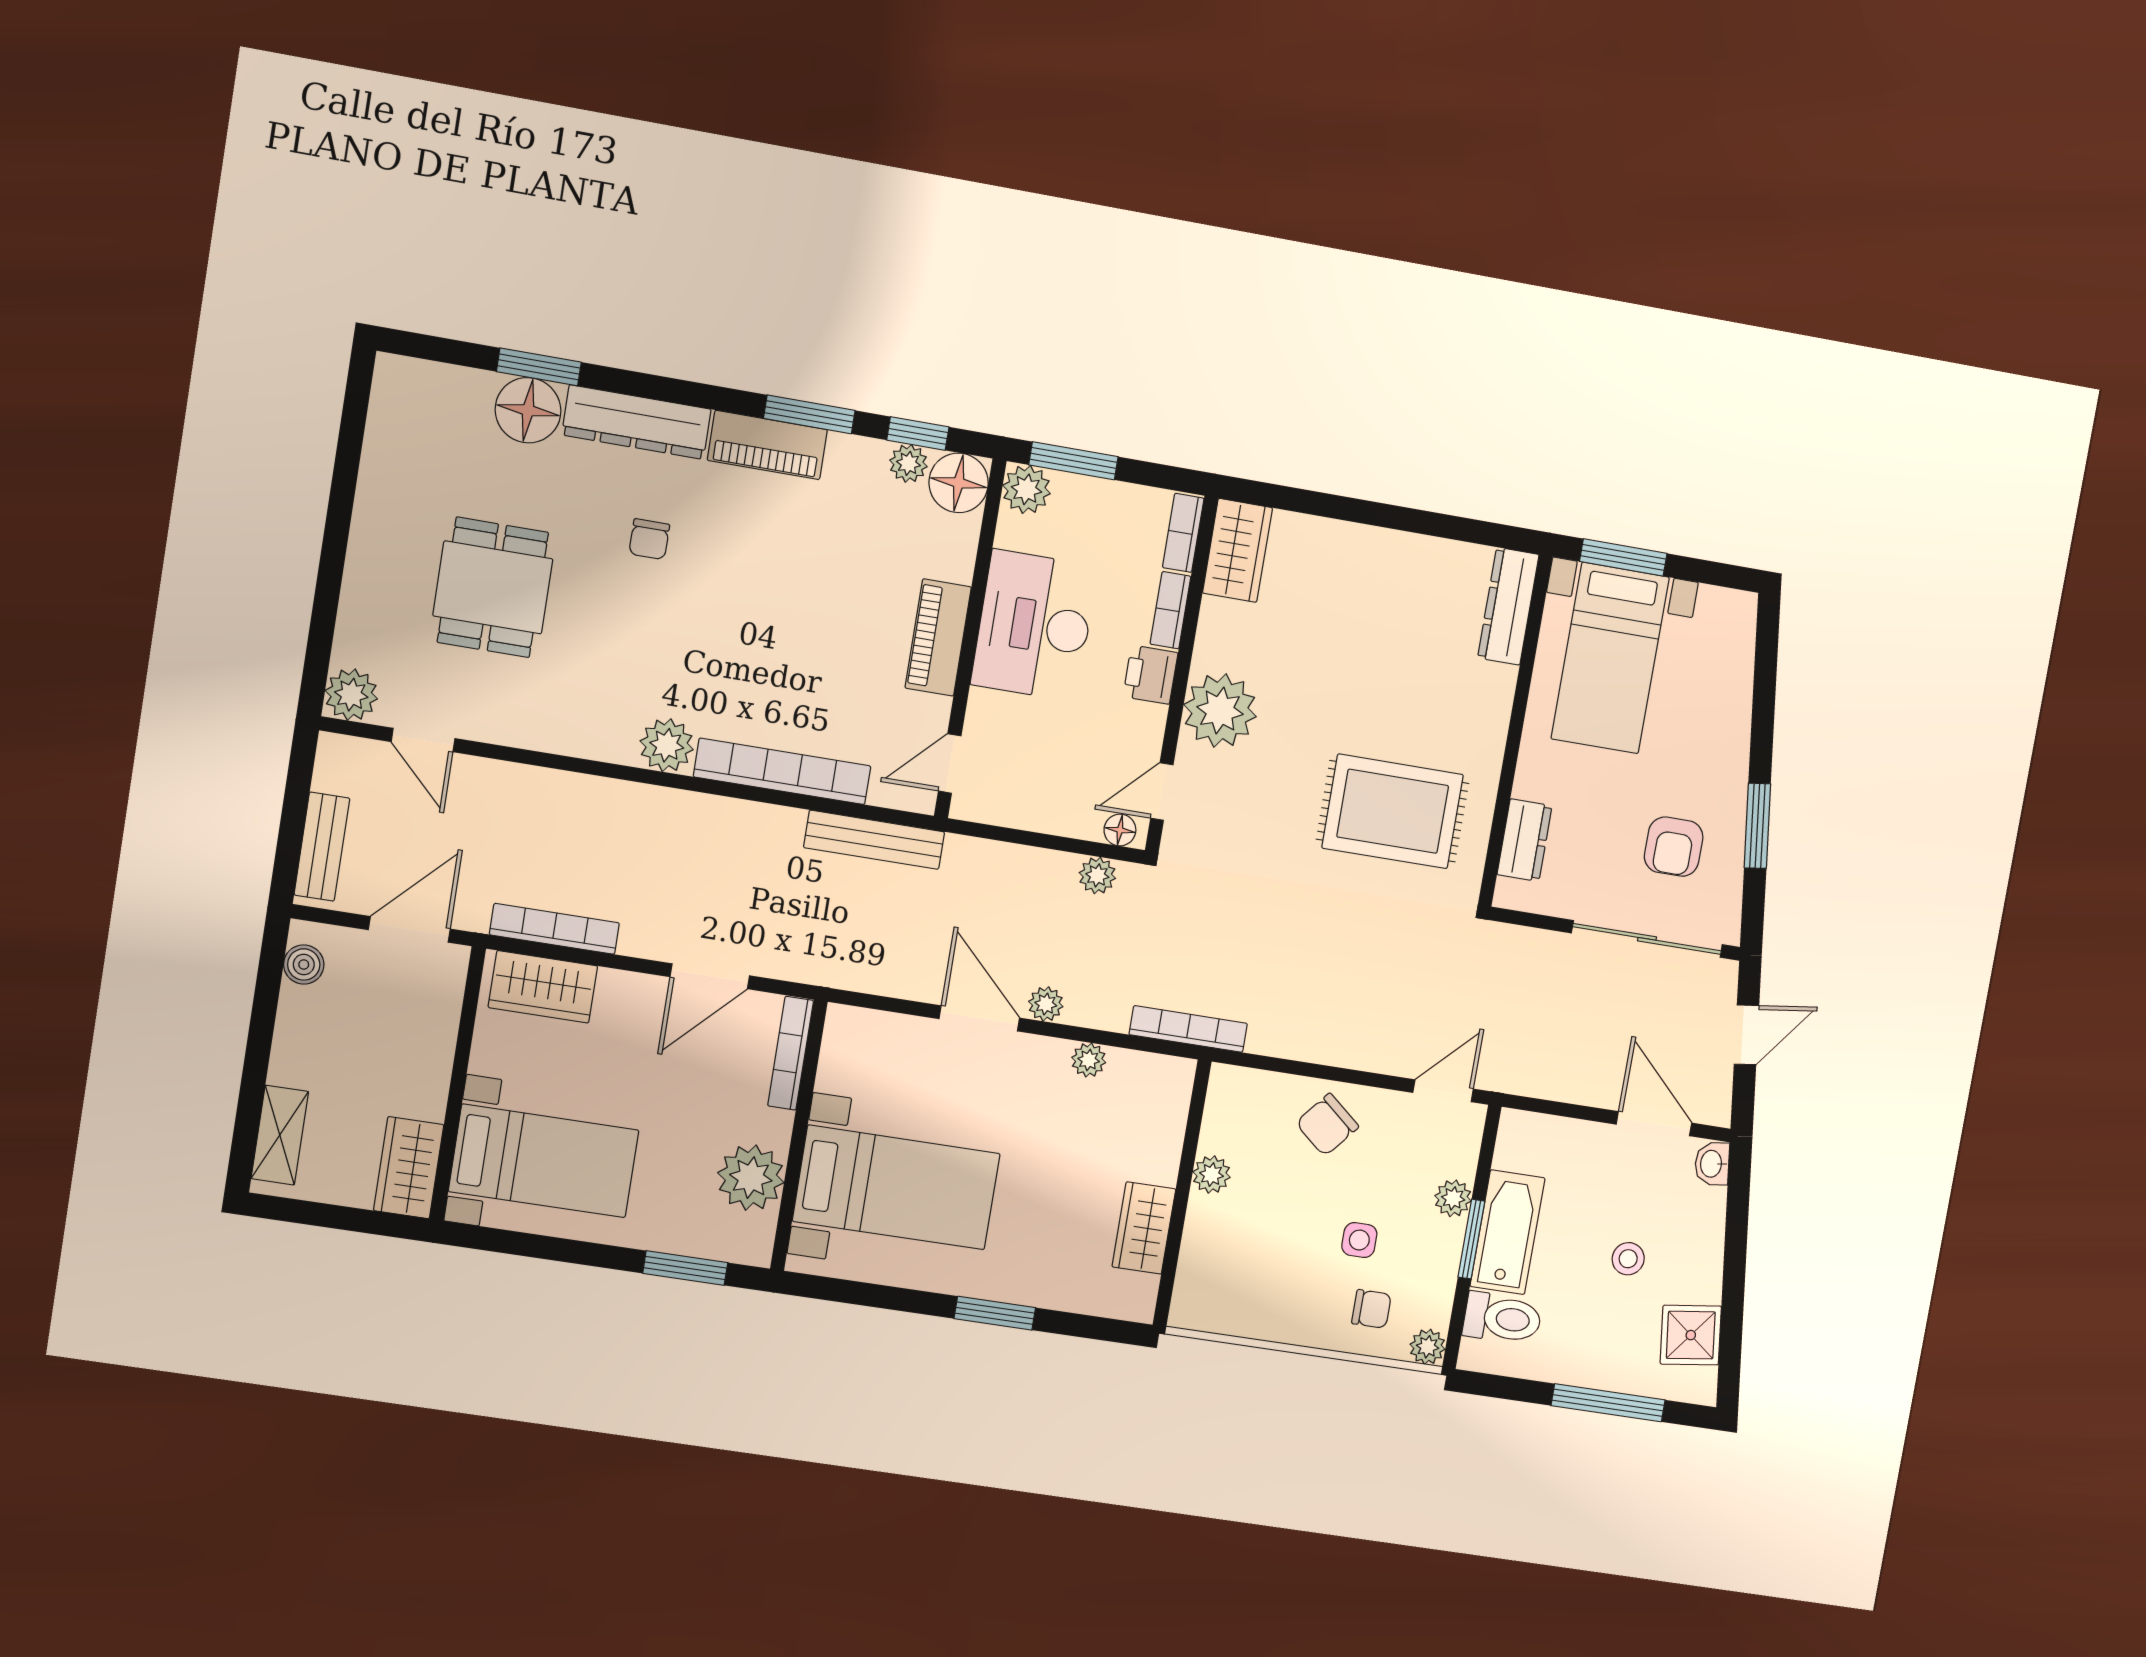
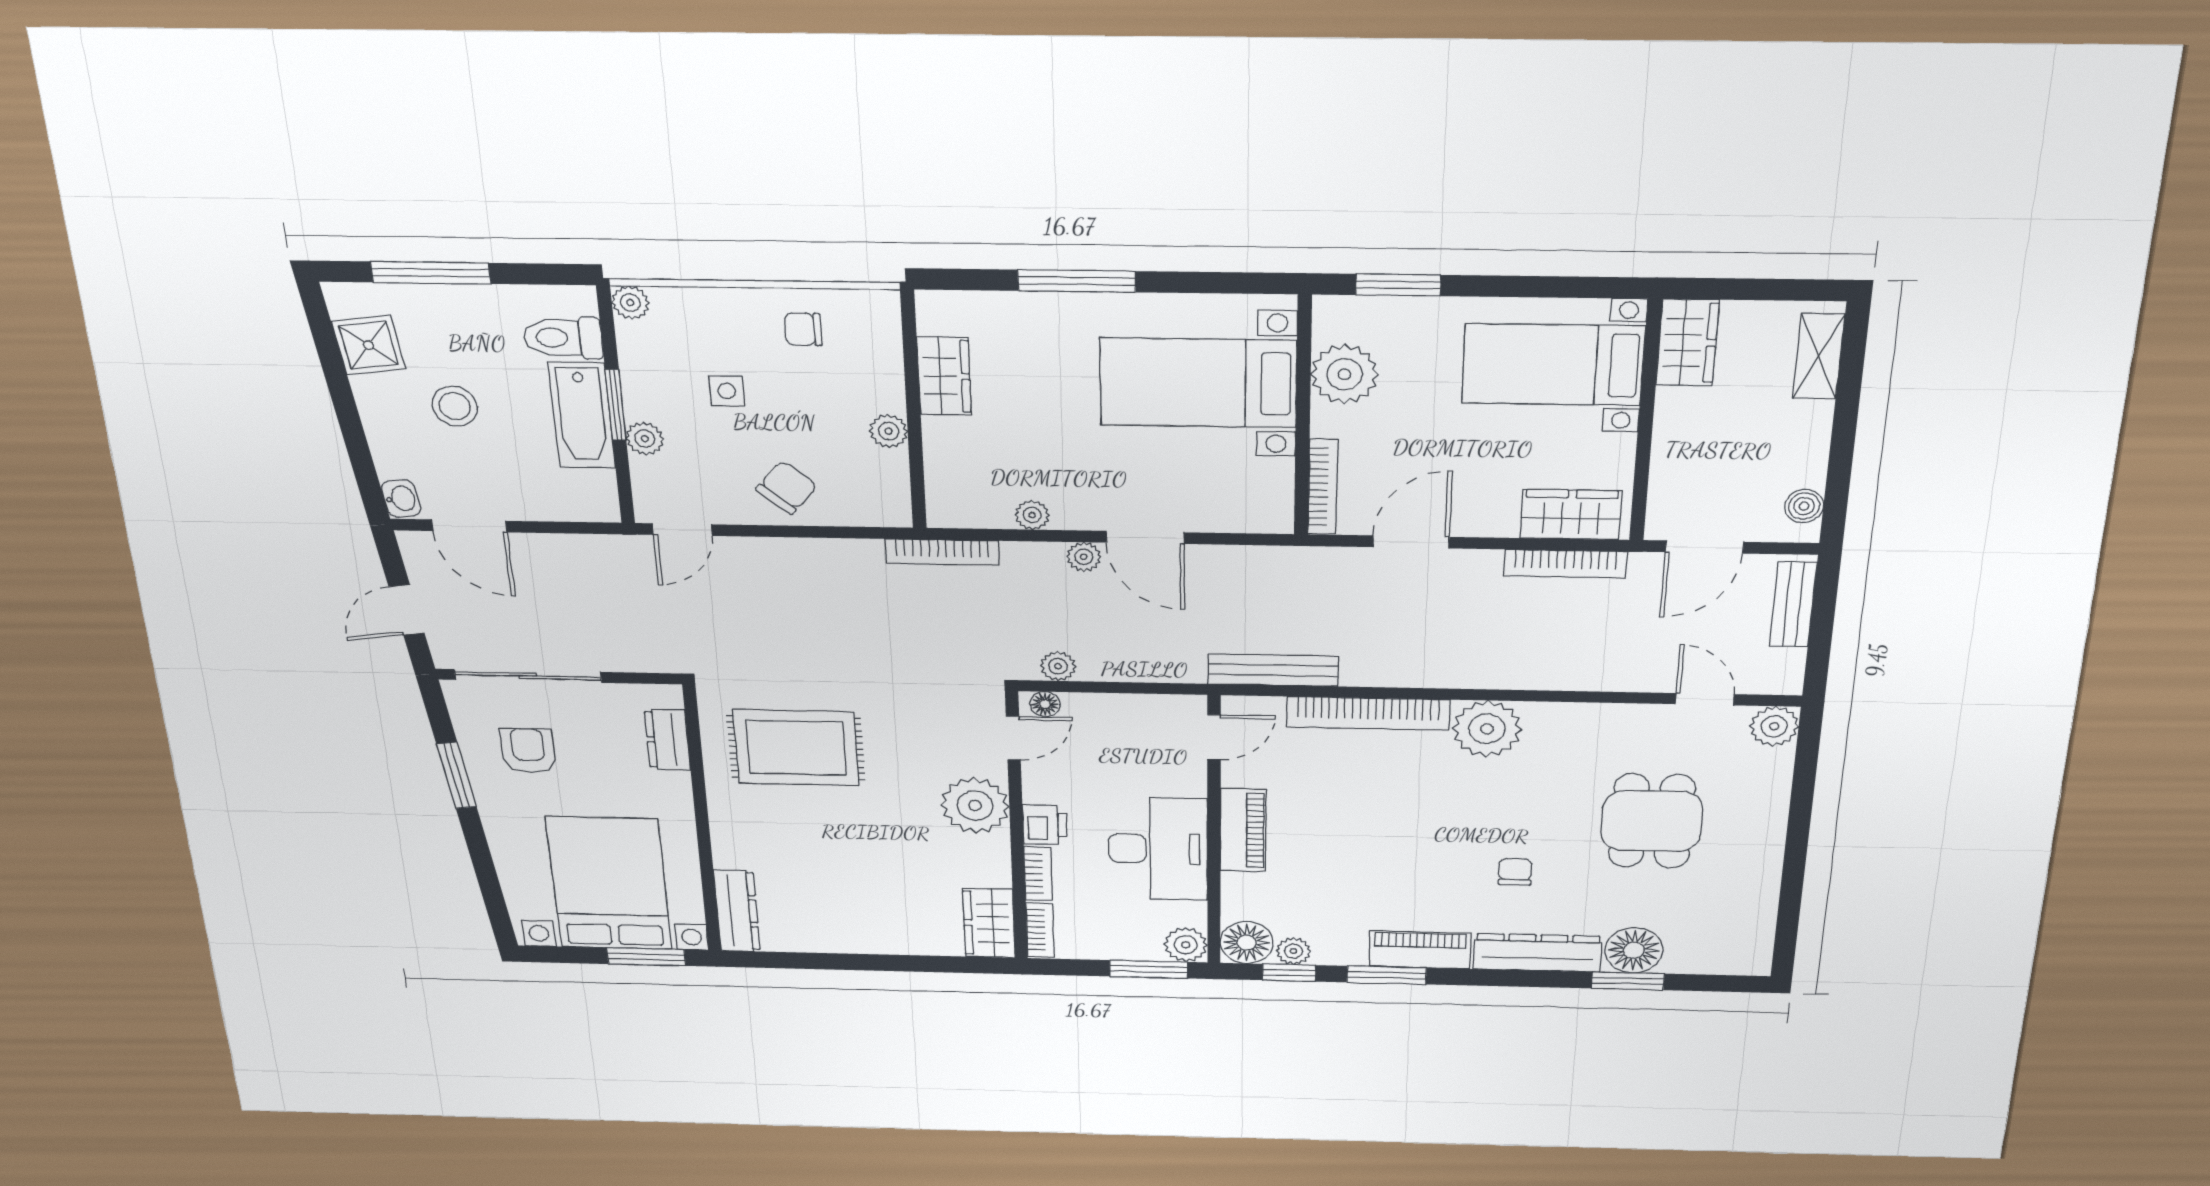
bed with nightstands: (1610, 658) -> (609, 884), width x1.36
plant: (667, 745) -> (1487, 729), width x1.36, depth x1.36
stool: (1628, 1259) -> (455, 406), width x1.37, depth x1.37
chair: (1371, 1309) -> (803, 329), moved
window: (995, 1313) -> (1077, 281), width x1.44

